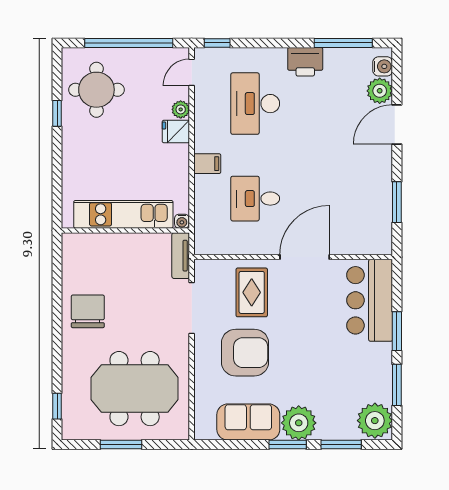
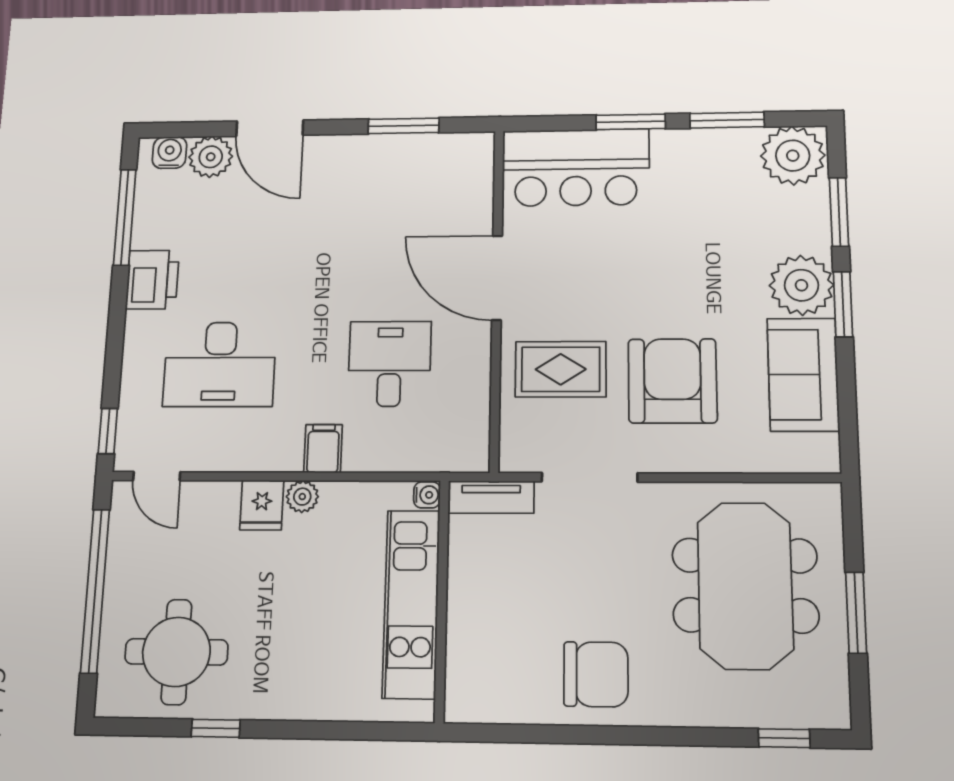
plant: (181, 109) -> (302, 497), moved
desk: (255, 199) -> (390, 364), turned 180
chair: (88, 311) -> (596, 674), turned 180

